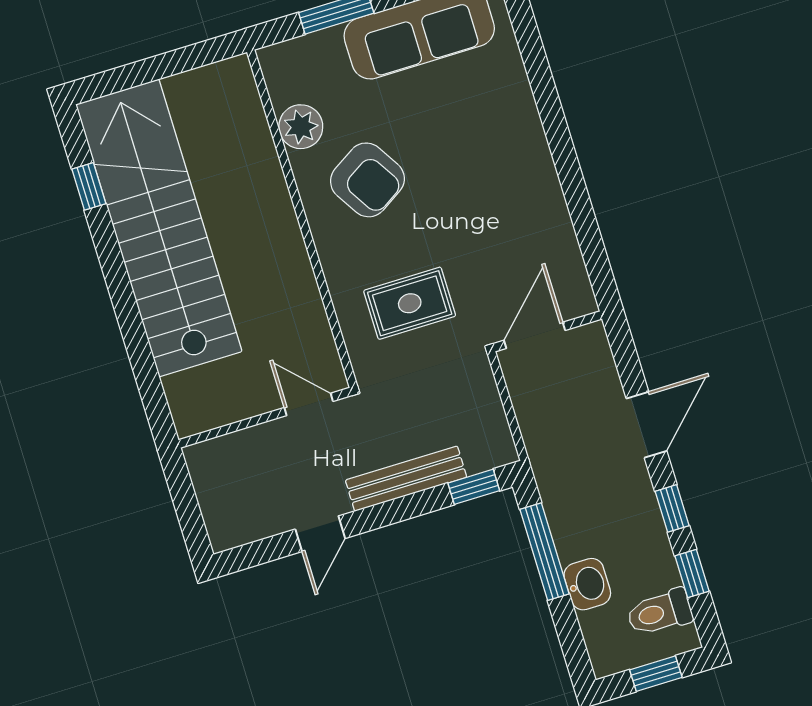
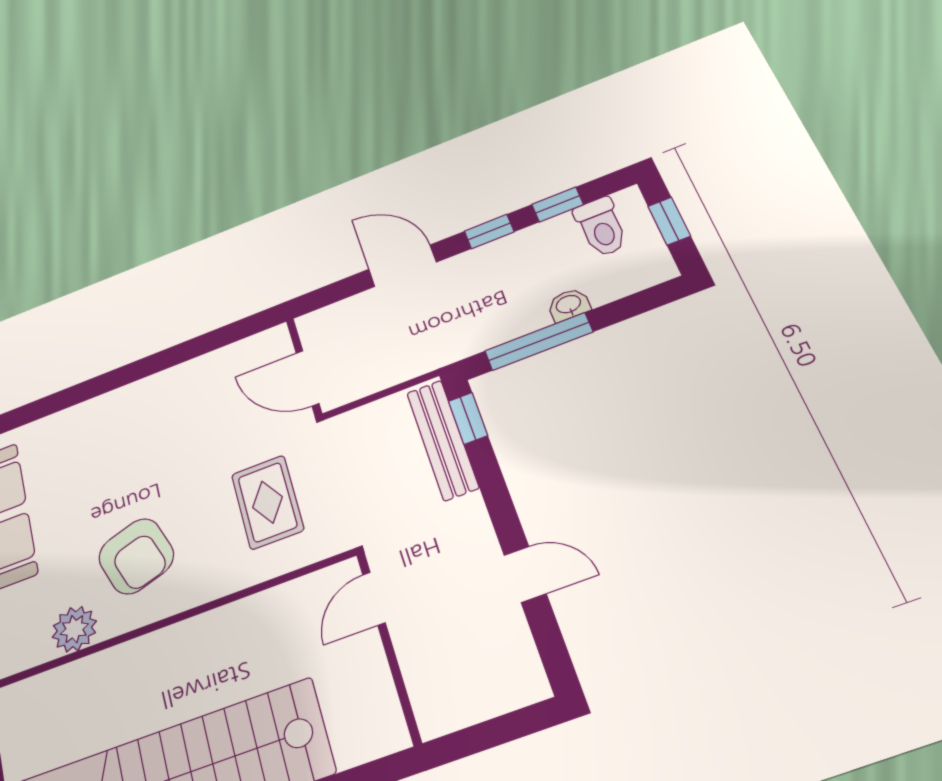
armchair: (367, 180) -> (136, 556), turned 104
bench: (406, 479) -> (442, 440), moved
washbasin: (587, 584) -> (569, 305), width x0.72, depth x0.69

